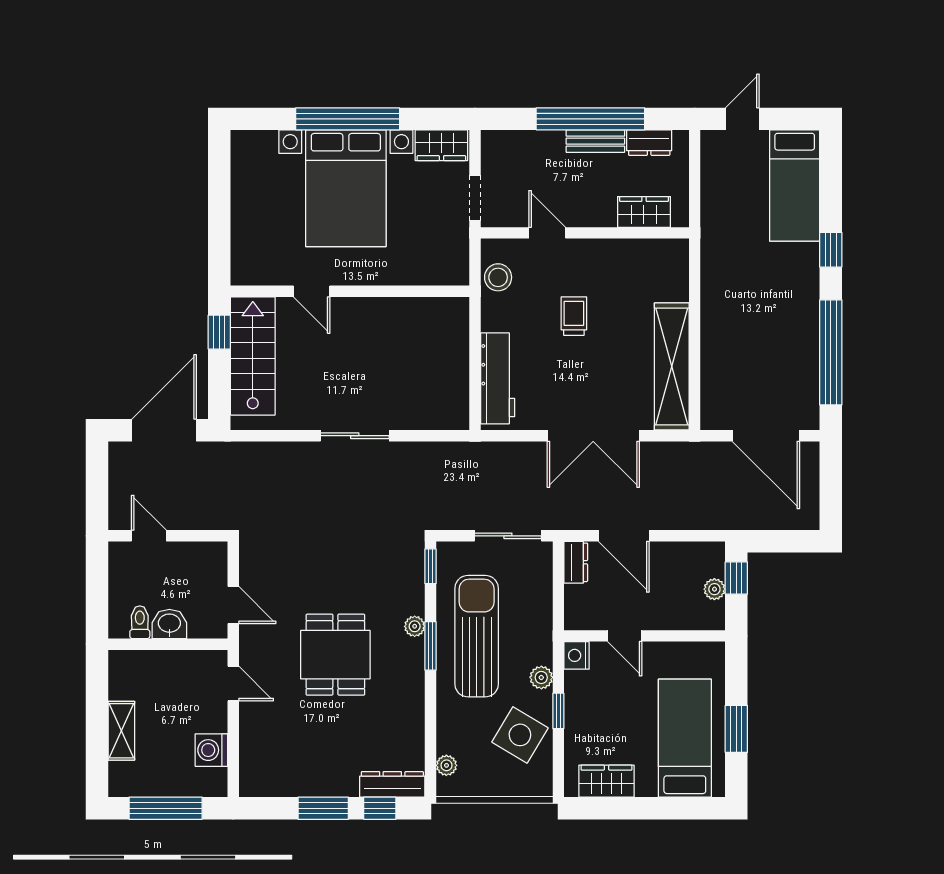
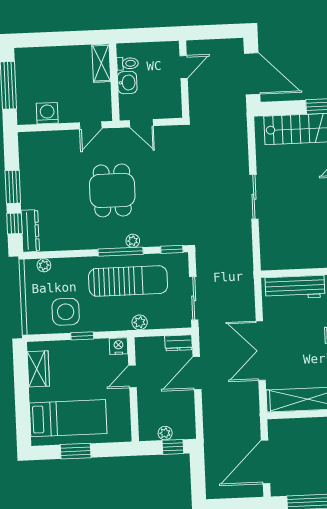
door: (233, 605) -> (141, 123), hinge flipped
window: (431, 646) -> (121, 252), width x1.44
dining table: (335, 655) -> (112, 190), turned 90
plant: (541, 677) -> (140, 322), moved
shelving: (121, 731) -> (101, 63), moved, turned 90
side table: (520, 735) -> (66, 312), turned -31

